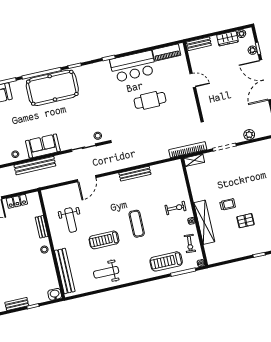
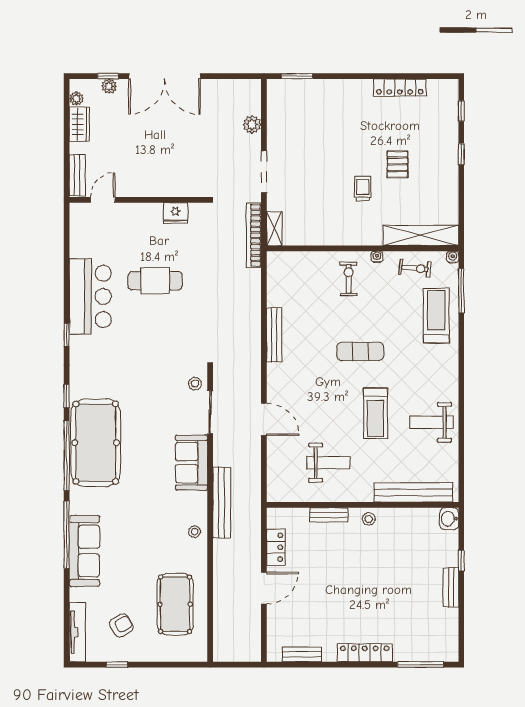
piano: (167, 53) -> (80, 234), removed
door: (193, 80) -> (103, 200), moved
cafe table: (150, 100) -> (155, 281), turned 90
fridge: (190, 103) -> (175, 213), added
sofa: (43, 146) -> (191, 463), moved
shelving: (204, 222) -> (421, 235), moved
treadmill: (166, 261) -> (436, 316), turned 180
weight bench: (106, 272) -> (431, 422), turned 90

